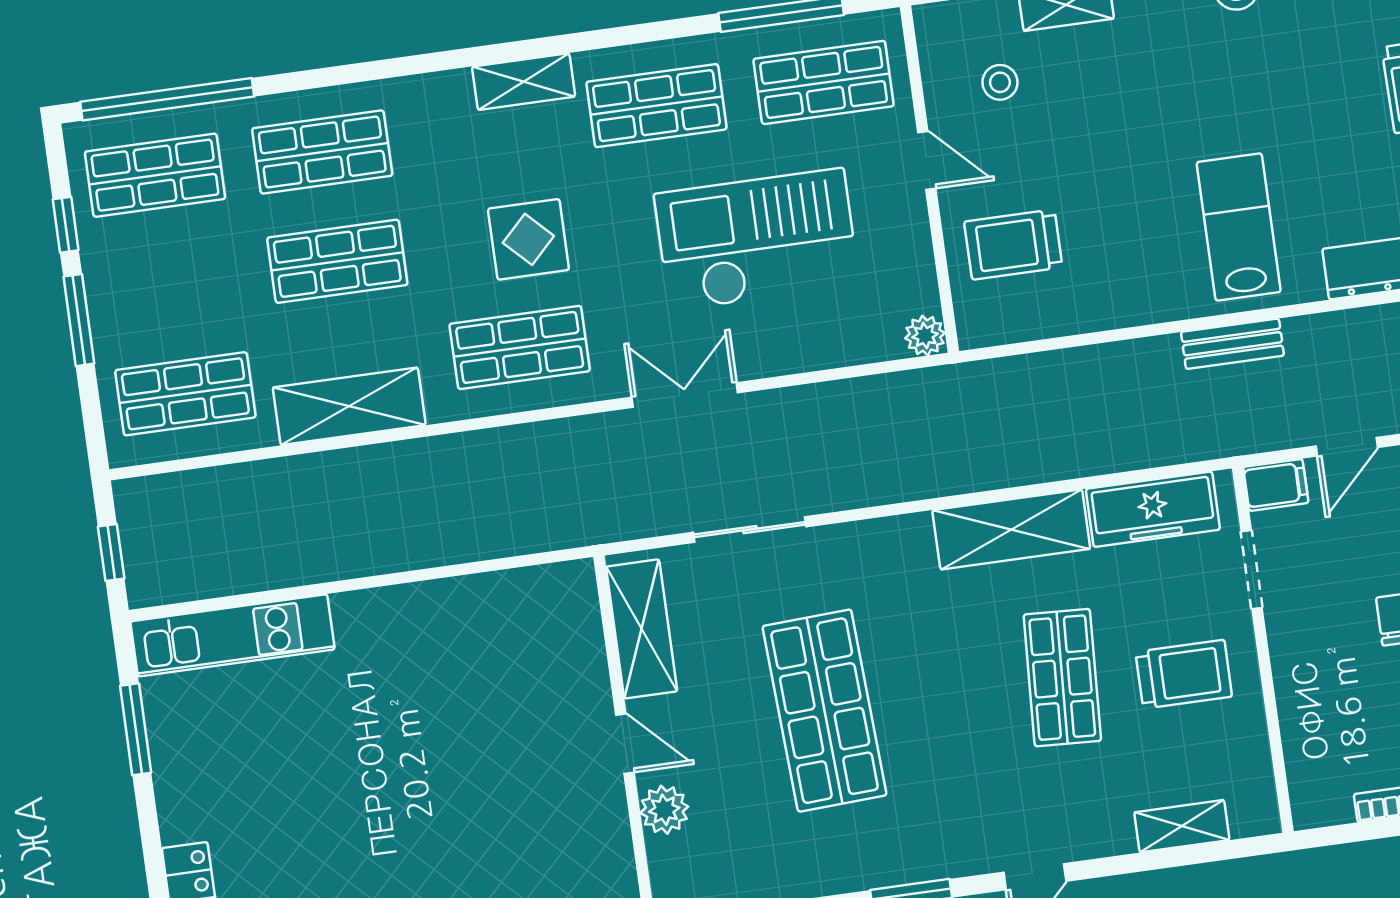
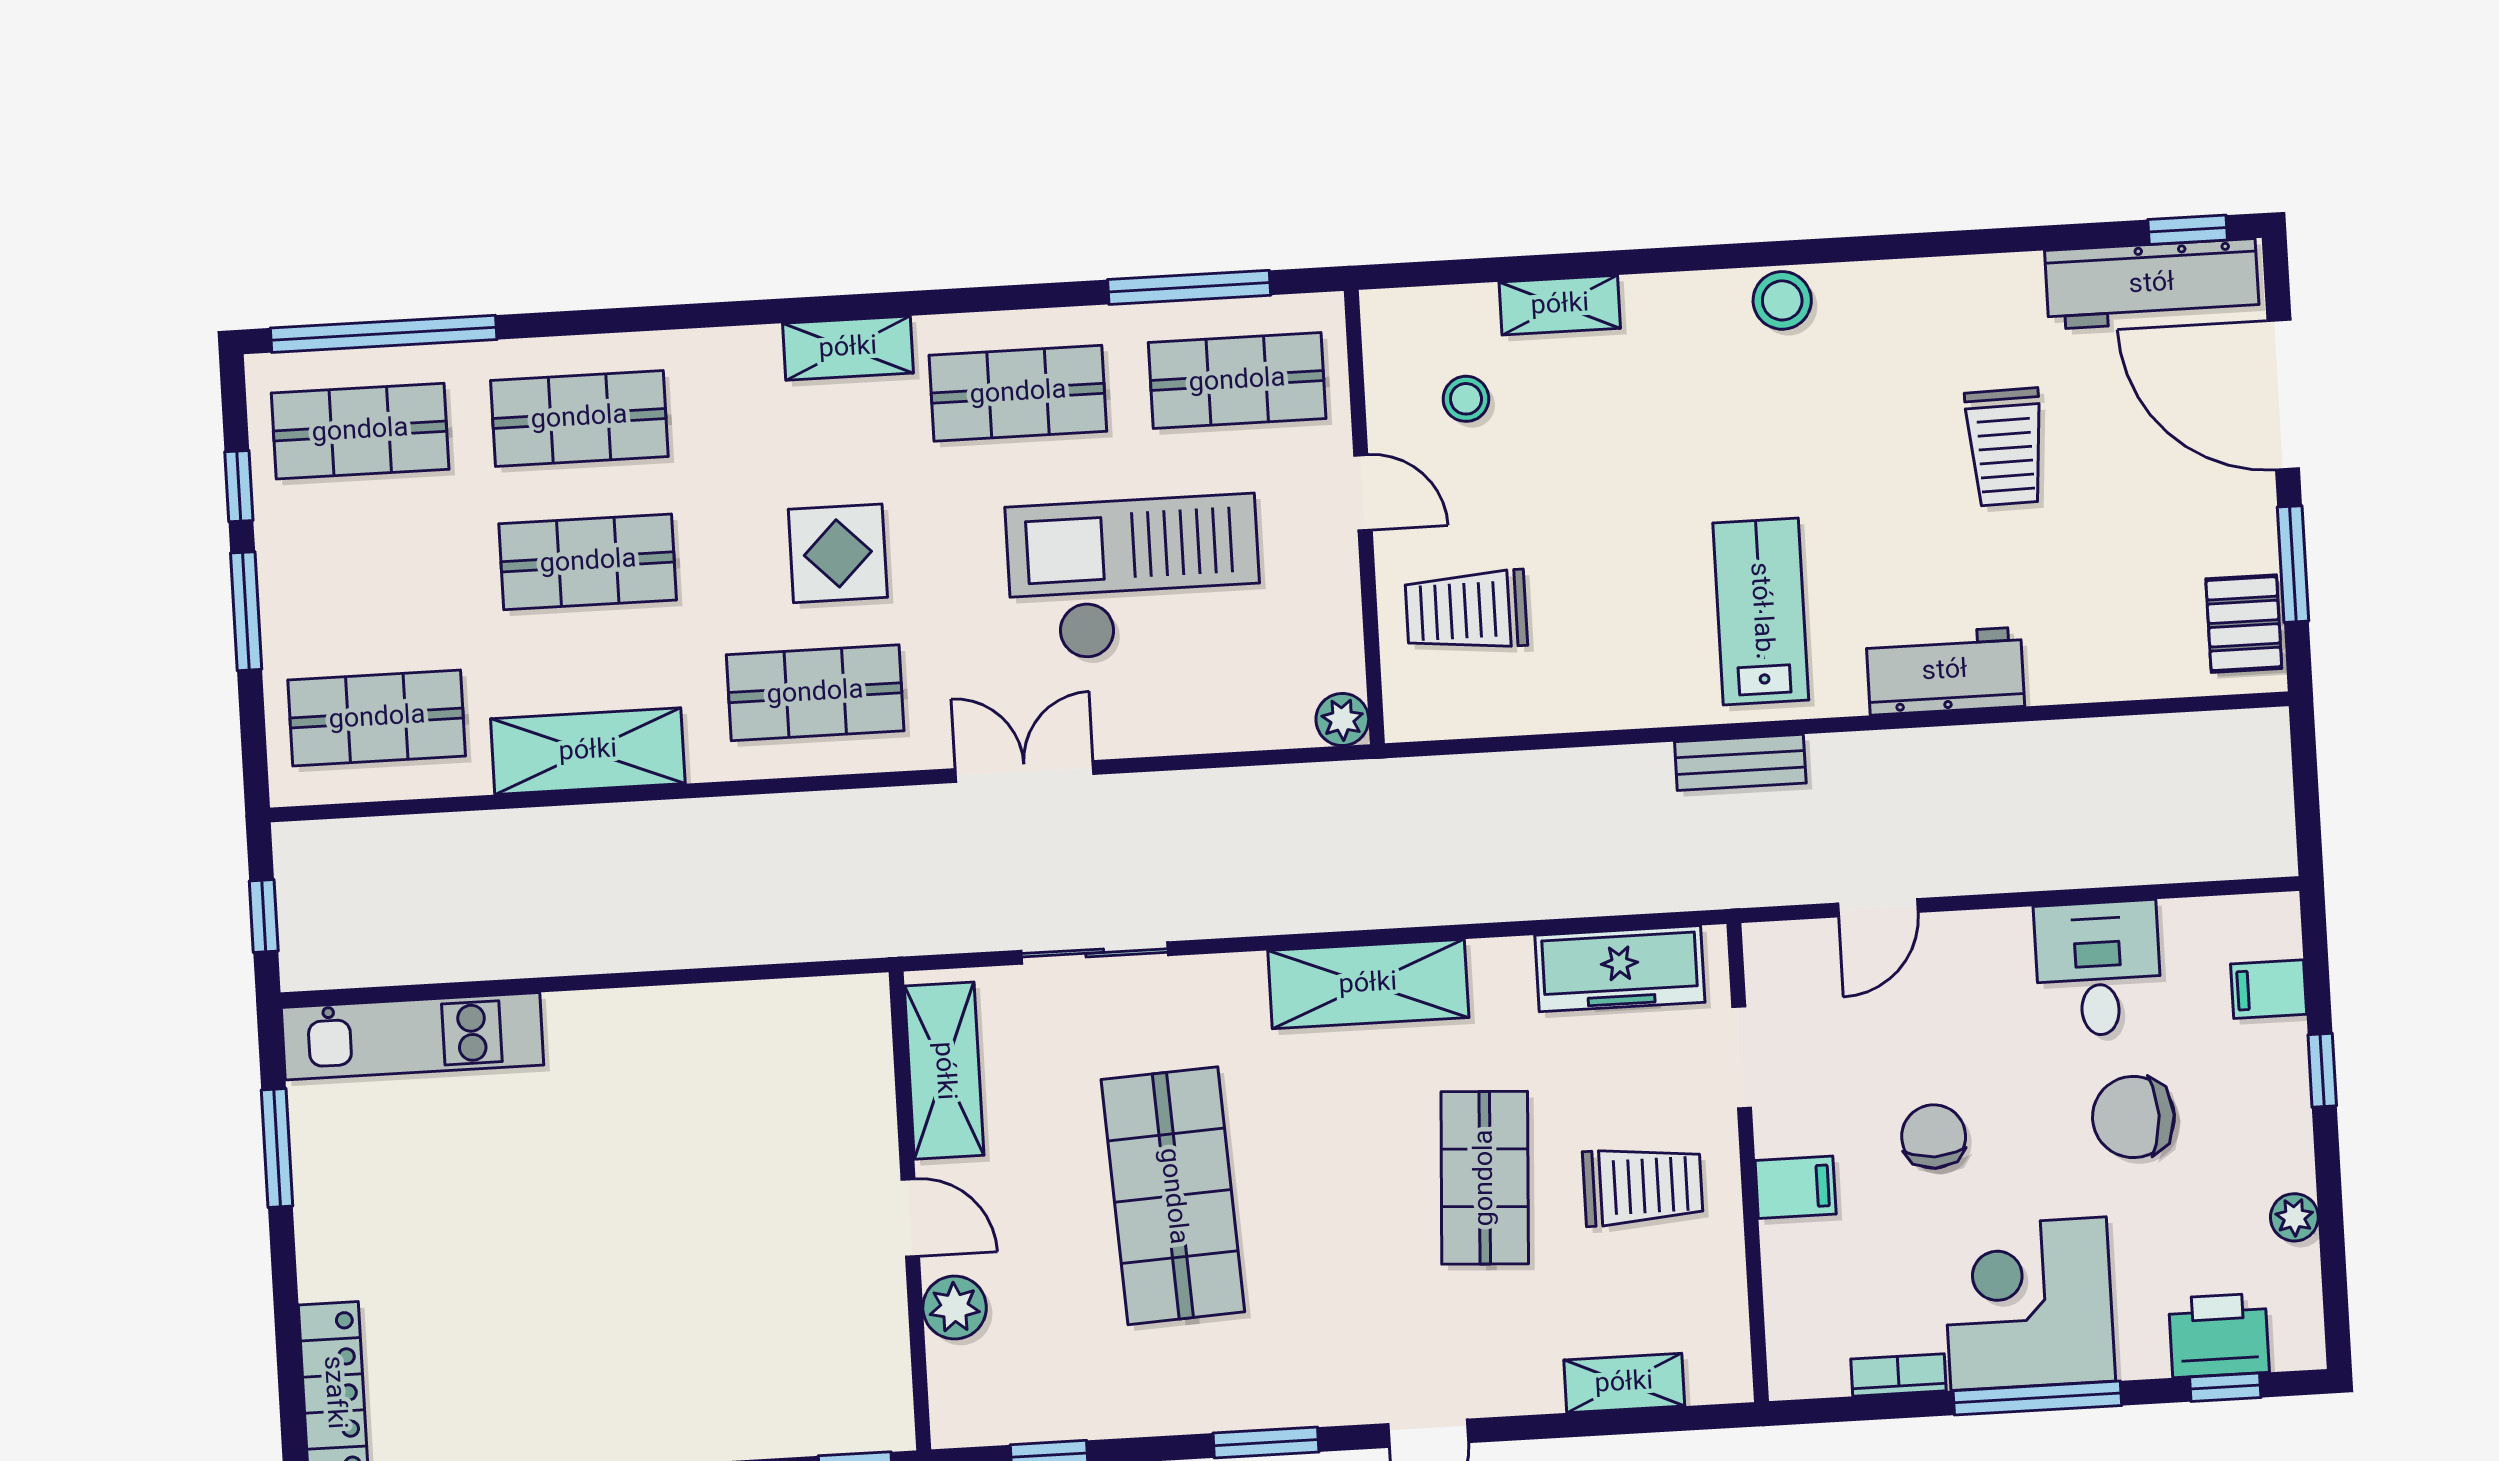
filing cabinet: (1276, 485) -> (1796, 1187), moved
shelving: (1011, 530) -> (1368, 984), moved

